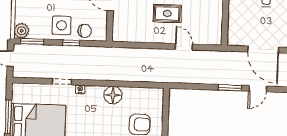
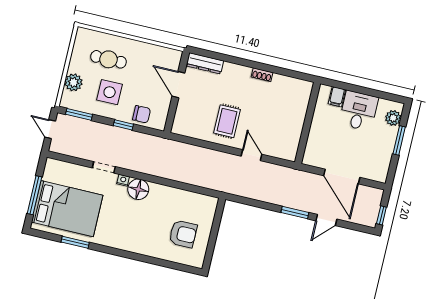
rug: (167, 13) -> (227, 121), moved, turned 90
side table: (62, 25) -> (110, 92), moved
plant: (22, 31) -> (74, 82), moved
floor lamp: (113, 95) -> (138, 189), moved

